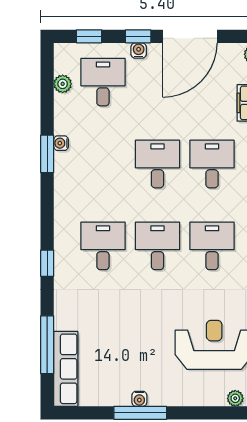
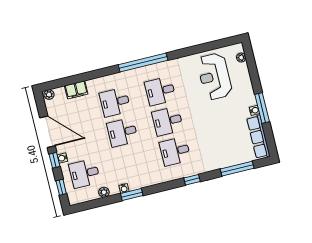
plant: (63, 84) -> (104, 192), moved
row of seats: (66, 369) -> (258, 137), moved, turned -90

